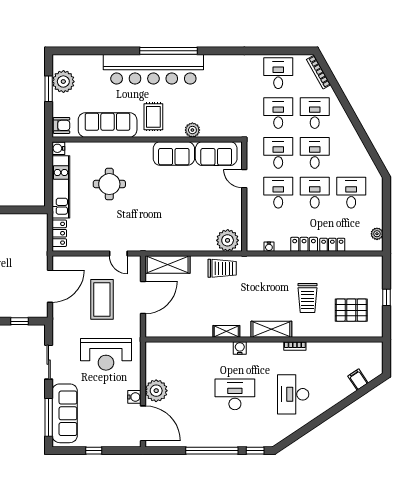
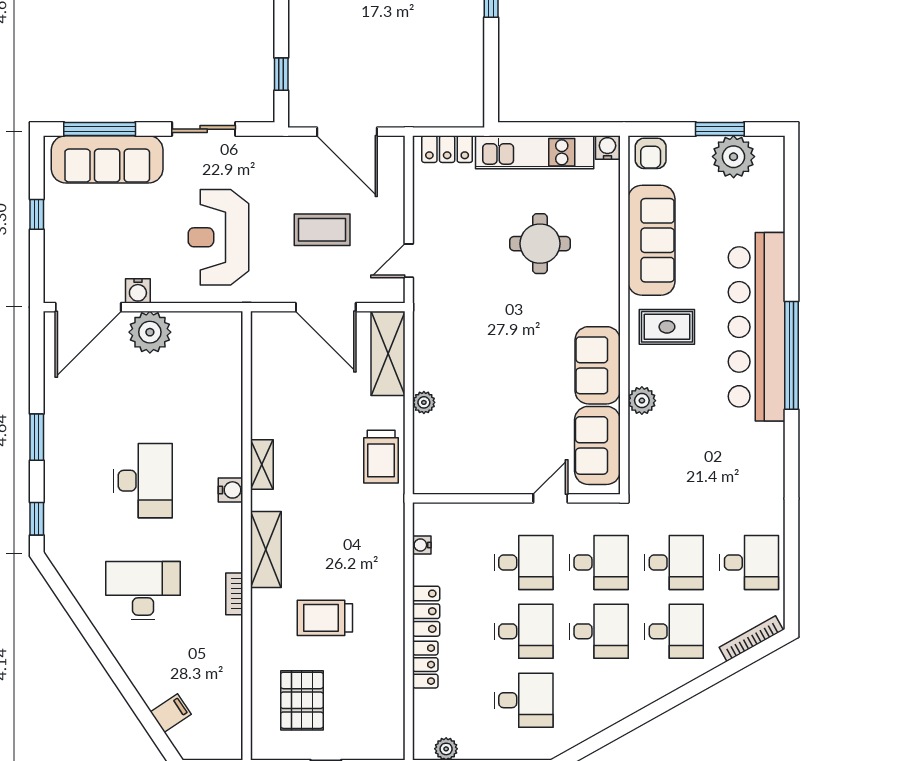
plant: (228, 240) -> (424, 402), moved, width x0.53, depth x0.53
coffee table: (102, 299) -> (322, 230), width x0.73, depth x0.76
window: (212, 451) -> (37, 437), width x0.47

